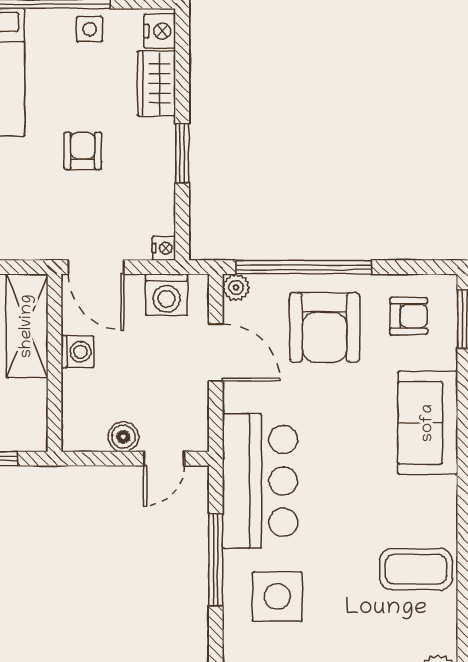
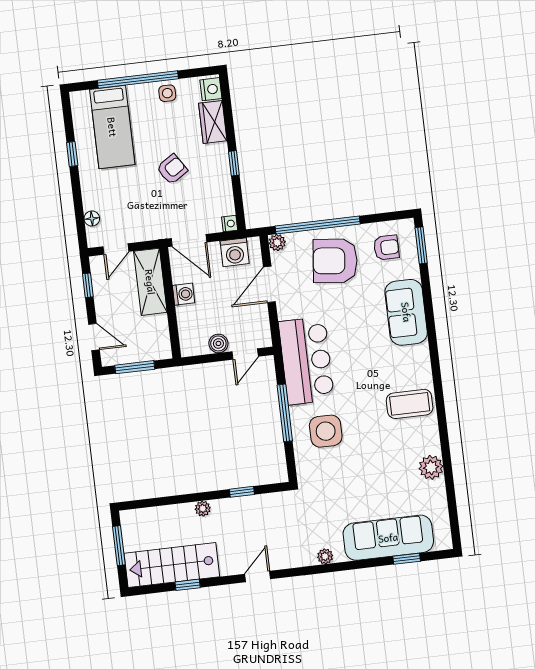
armchair: (83, 151) -> (172, 169), turned 57
window: (182, 153) -> (234, 163), width x0.67
armchair: (325, 327) -> (335, 261), turned 96
door: (216, 353) -> (269, 284), swing flipped

